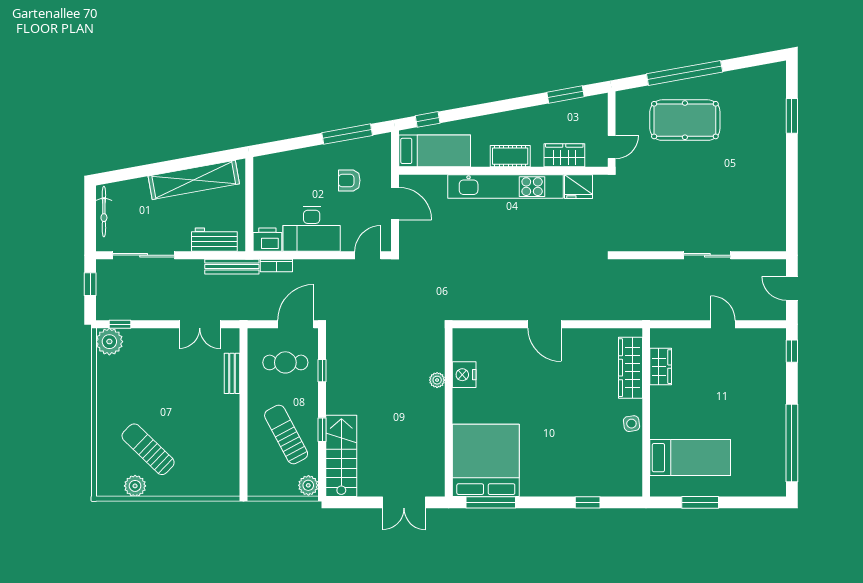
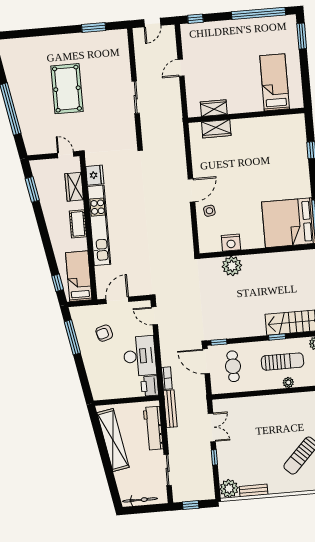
window: (792, 116) -> (94, 28), moved
pool table: (685, 120) -> (67, 89), moved
armchair: (349, 180) -> (104, 333), turned 74
workbench: (214, 240) -> (153, 428), width x1.37
sliding door: (144, 255) -> (168, 470), width x0.73
sliding door: (707, 255) -> (136, 97), moved
window: (120, 324) -> (214, 457), moved
wardrobe: (630, 368) -> (216, 129), width x0.67
window: (322, 371) -> (219, 342), moved
bench: (232, 373) -> (254, 490), moved
plant: (437, 380) -> (232, 266), width x1.88, depth x1.88
side table: (631, 424) -> (209, 211), moved
sun lounger: (286, 434) -> (282, 362), turned -152
plant: (255, 440) -> (288, 382), added
window: (700, 502) -> (302, 36), moved

